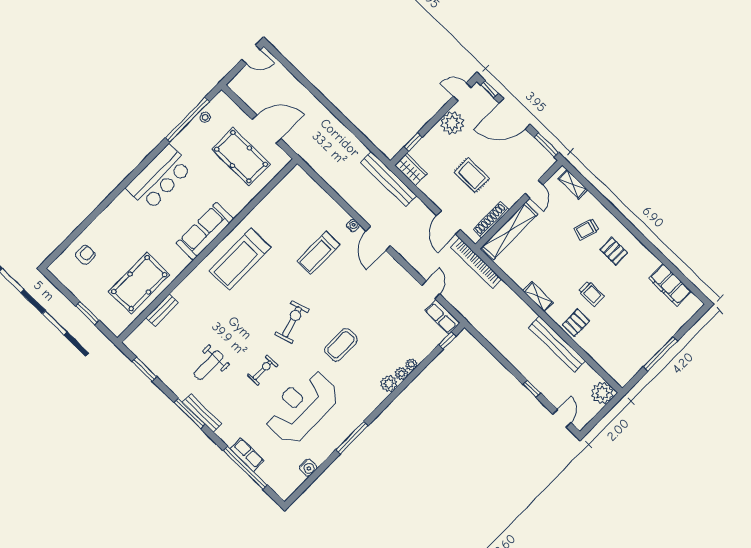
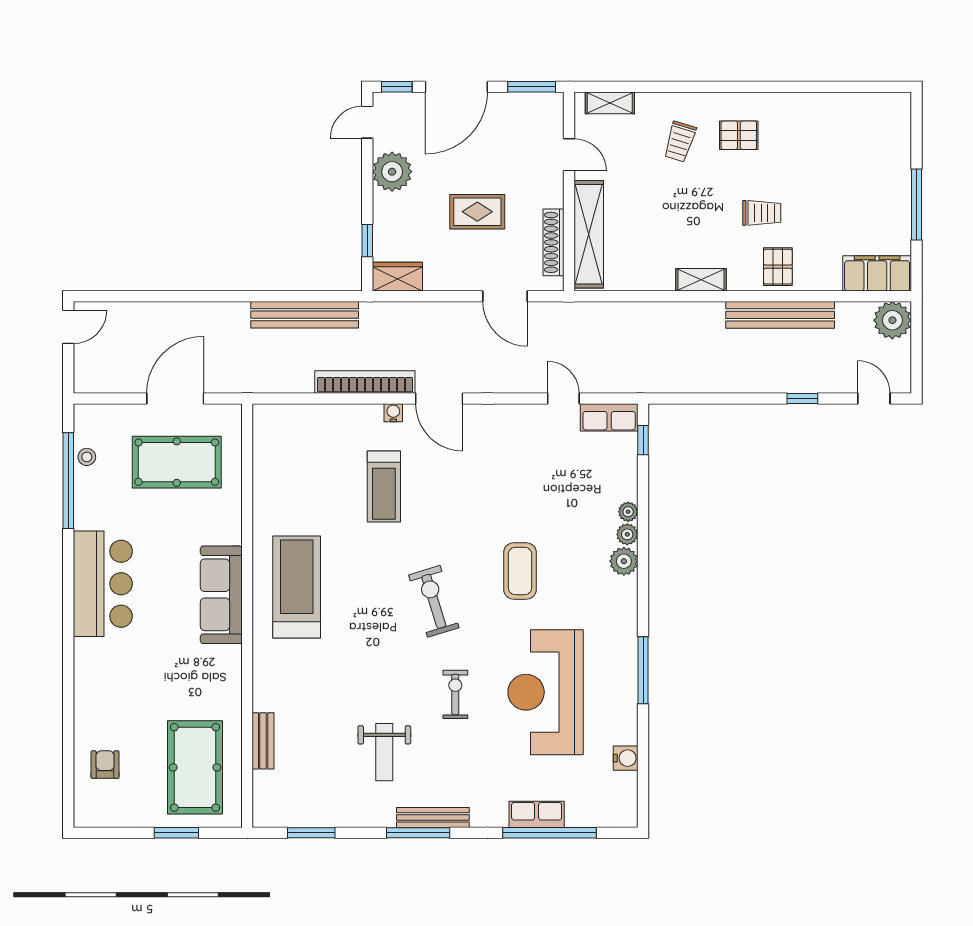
bench: (388, 179) -> (305, 315), moved
treadmill: (240, 259) -> (297, 587), turned 180
bookcase: (476, 263) -> (365, 382), moved, turned 180
pool table: (139, 283) -> (195, 767), moved
filing cabinet: (670, 285) -> (877, 273), moved, turned 180

